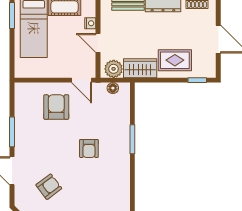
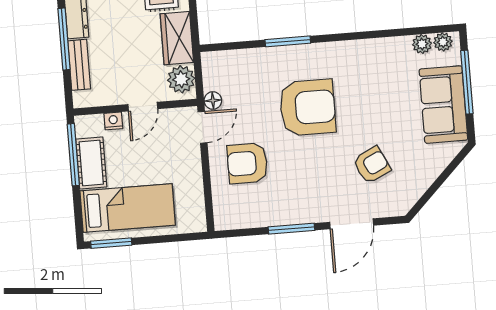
floor lamp: (113, 88) -> (213, 100), moved
armchair: (89, 148) -> (308, 107), width x1.88, depth x1.88
armchair: (49, 187) -> (372, 165), turned 101

